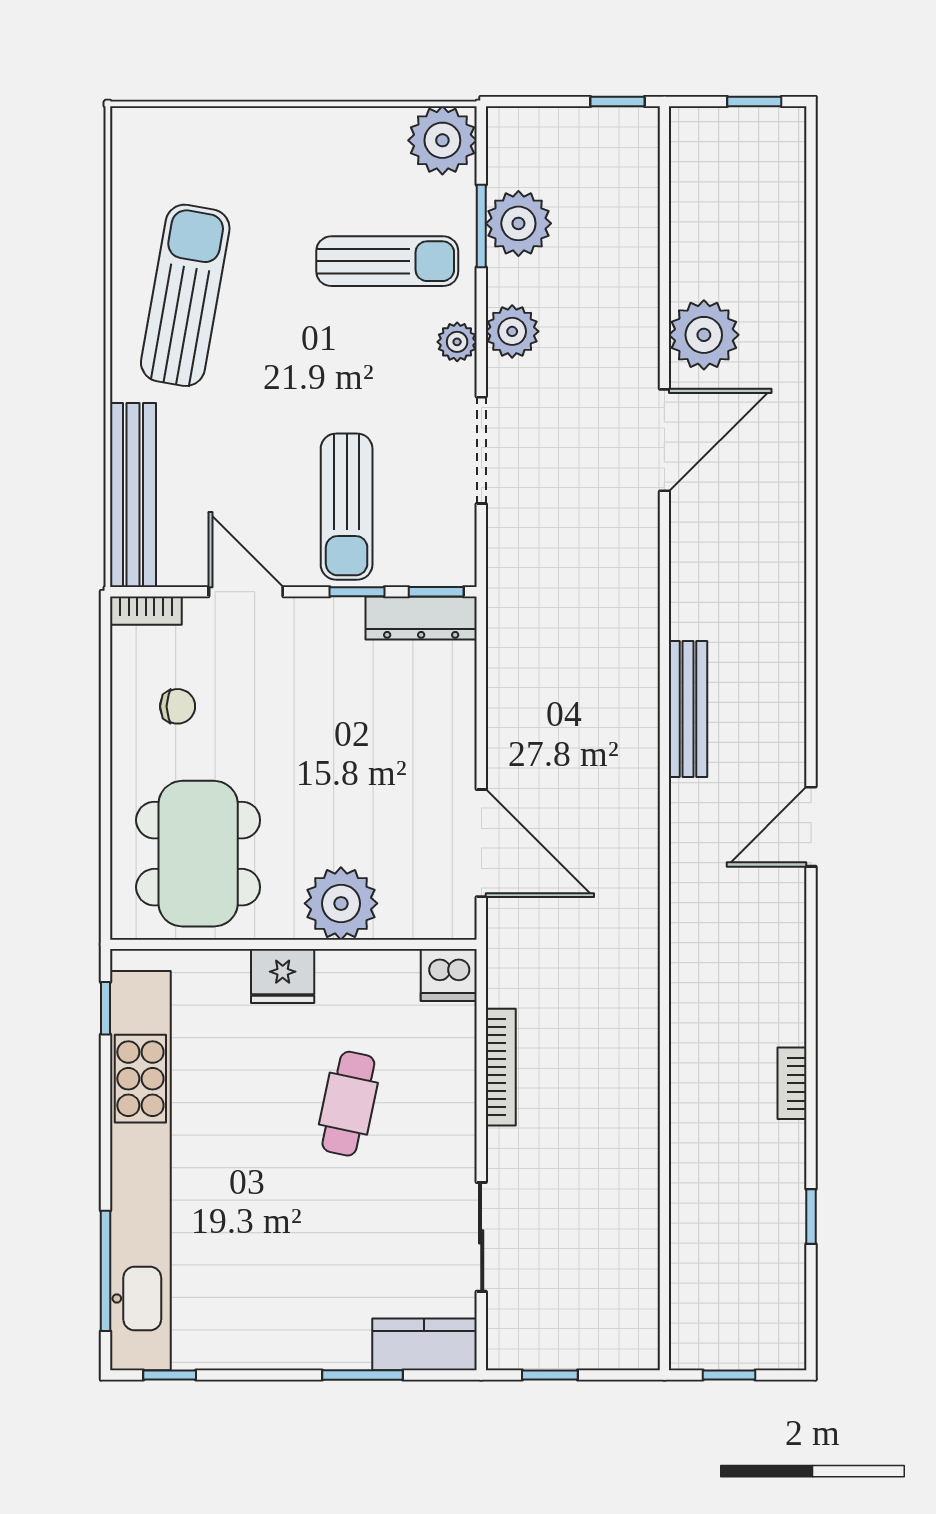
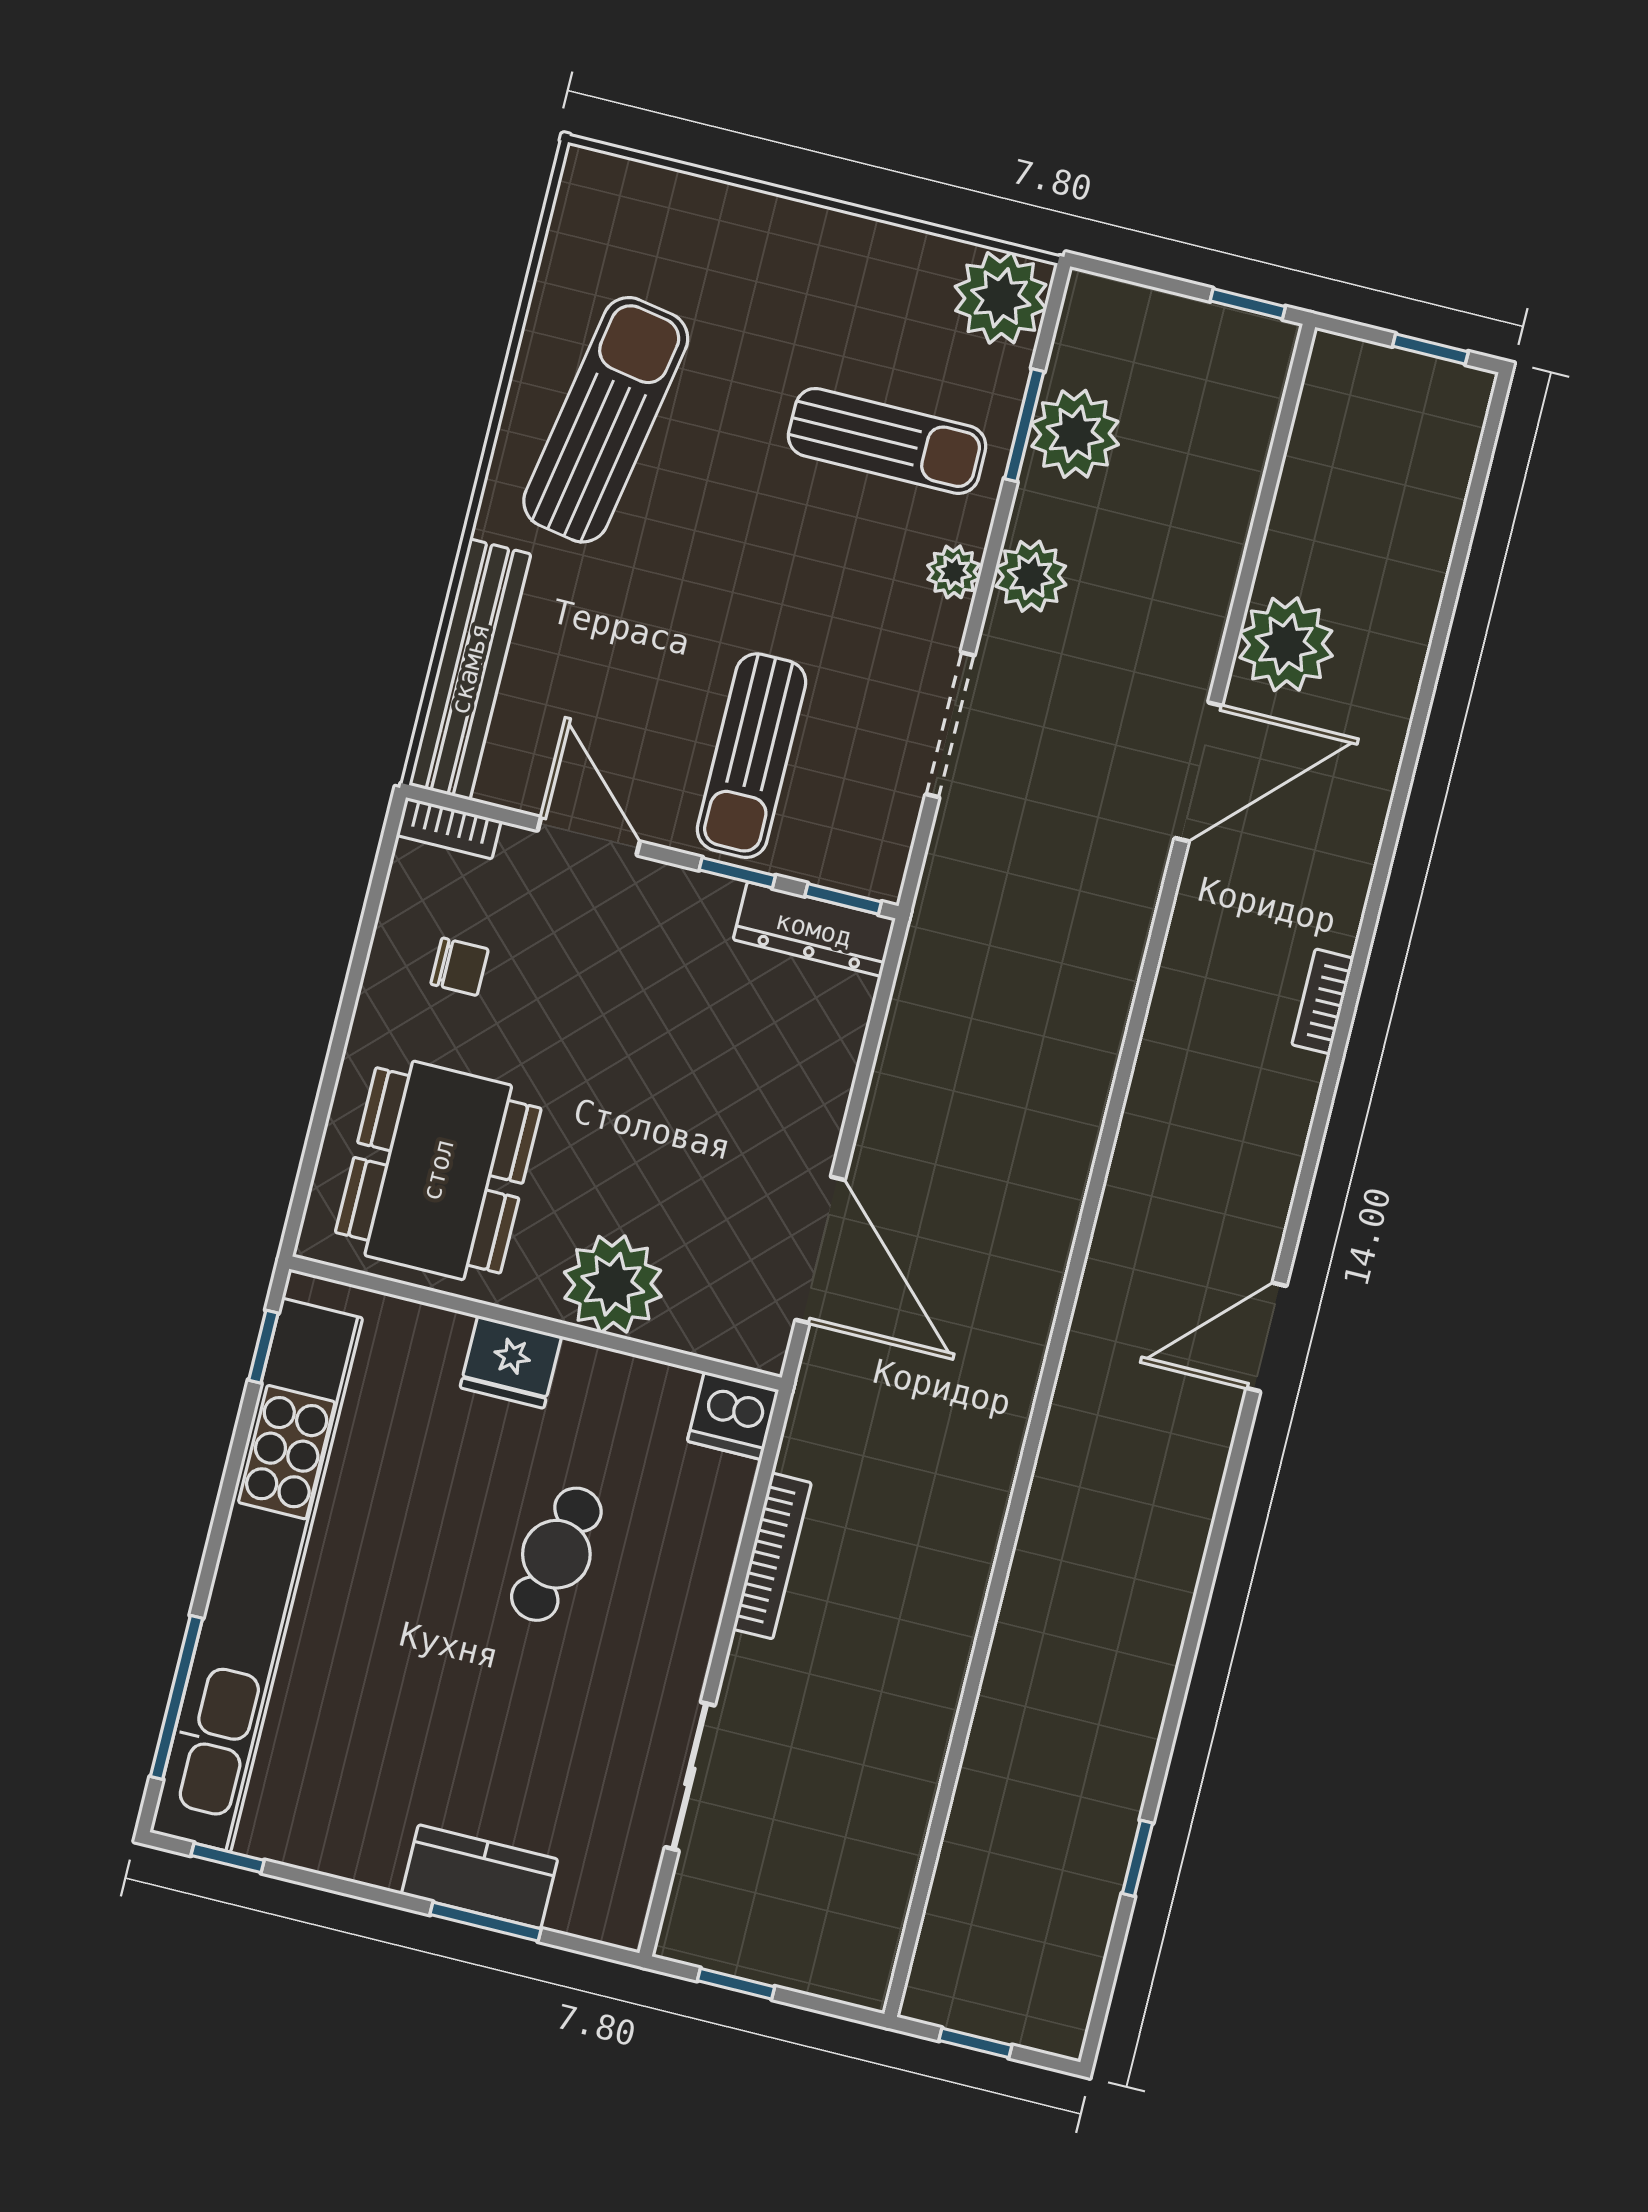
bench: (688, 709) -> (1141, 1139), removed
bookcase: (792, 1083) -> (1323, 1001), moved
kitchen counter: (424, 1344) -> (480, 1877), moved

